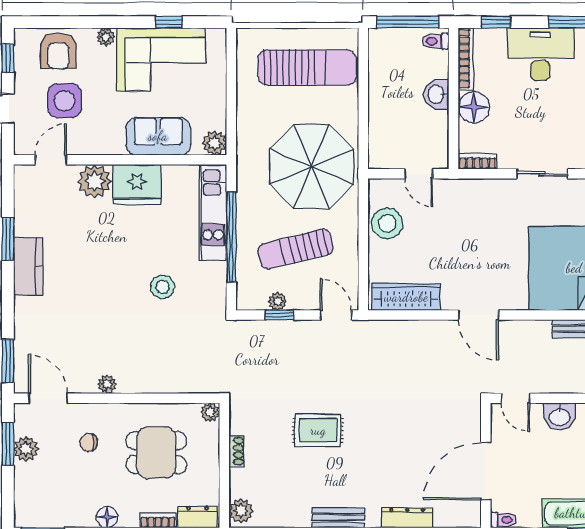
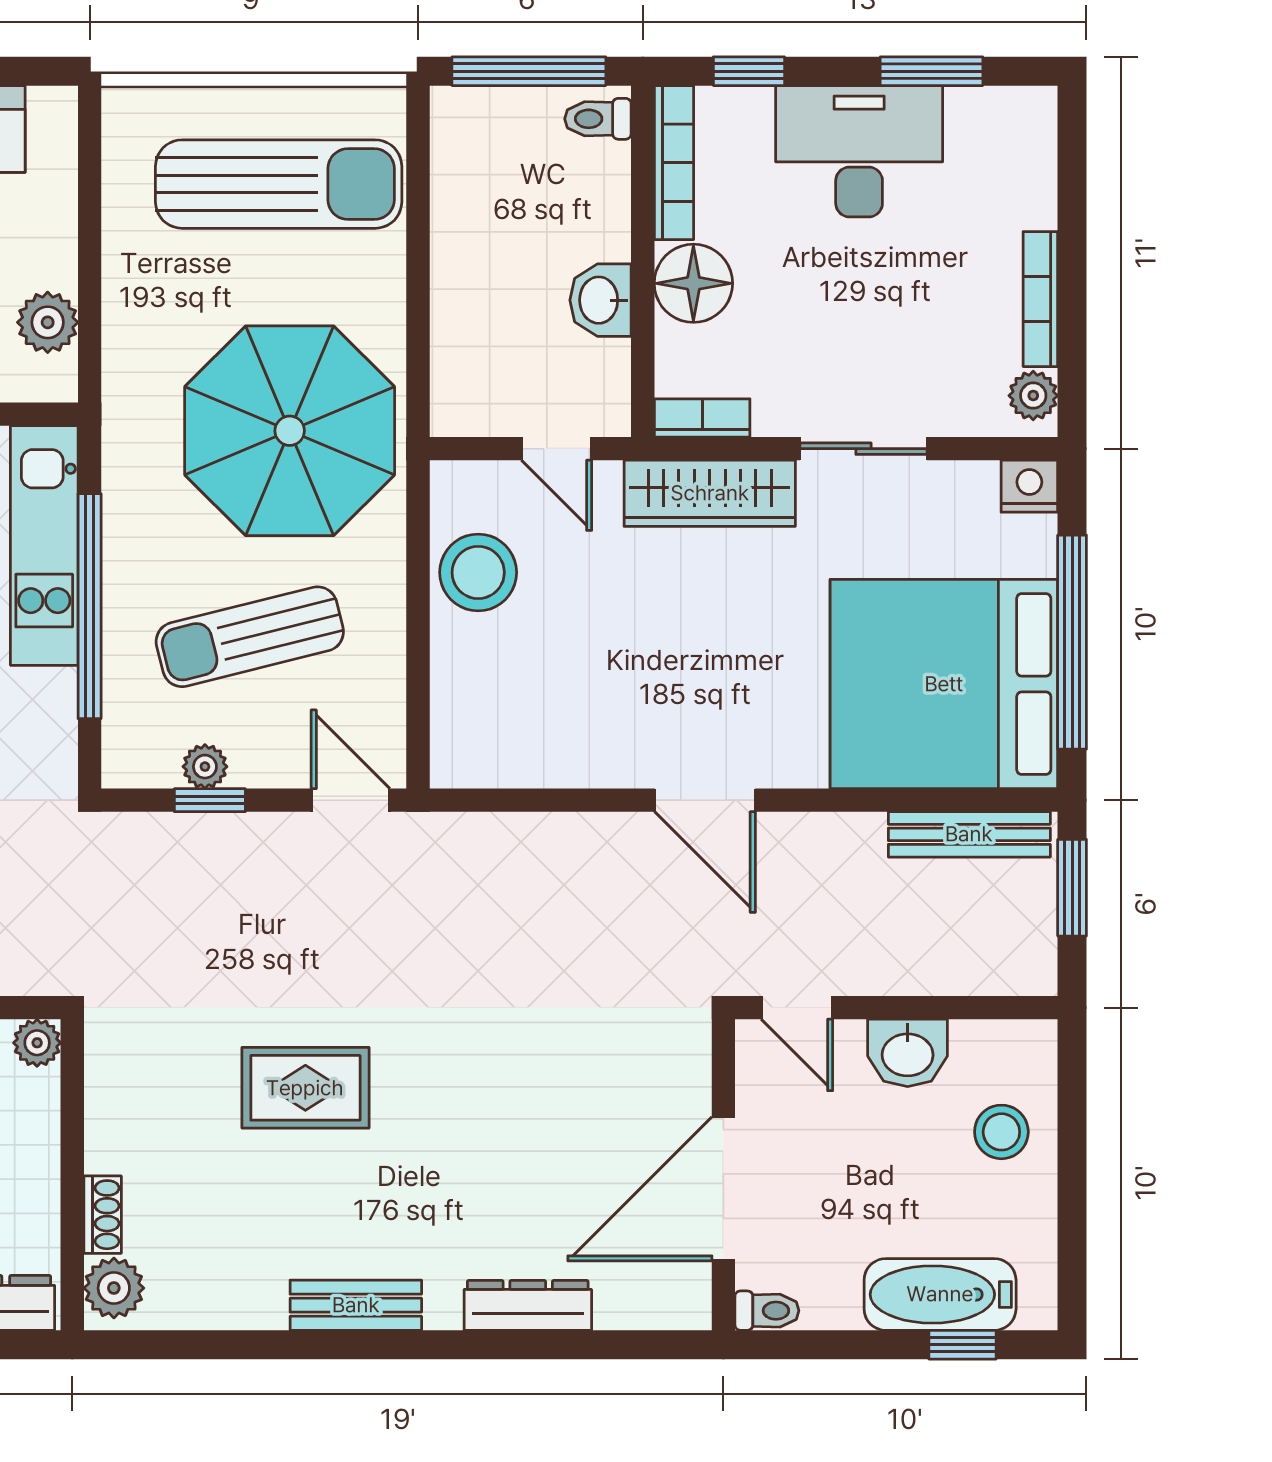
washbasin: (436, 94) -> (600, 300), moved
plant: (214, 143) -> (48, 322), moved
wardrobe: (406, 297) -> (710, 493), moved, turned 180
shoe rack: (236, 451) -> (103, 1215), moved

